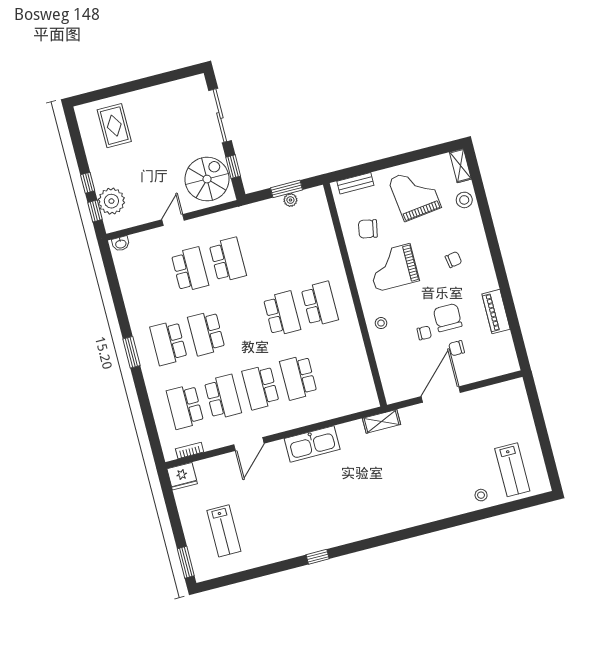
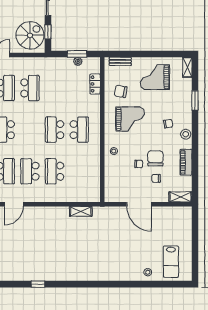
grand piano: (415, 194) -> (155, 77), turned -83
stool: (464, 200) -> (186, 134), moved
window: (485, 213) -> (195, 100), added
locker: (326, 228) -> (95, 84), added
grand piano: (393, 268) -> (130, 119), turned 180
school desk: (282, 314) -> (55, 130), turned 180
shelving: (501, 367) -> (180, 197), added
door: (441, 394) -> (139, 204), swing flipped
shelving: (382, 421) -> (81, 211), moved
kitchen sink: (312, 444) -> (52, 214), removed

